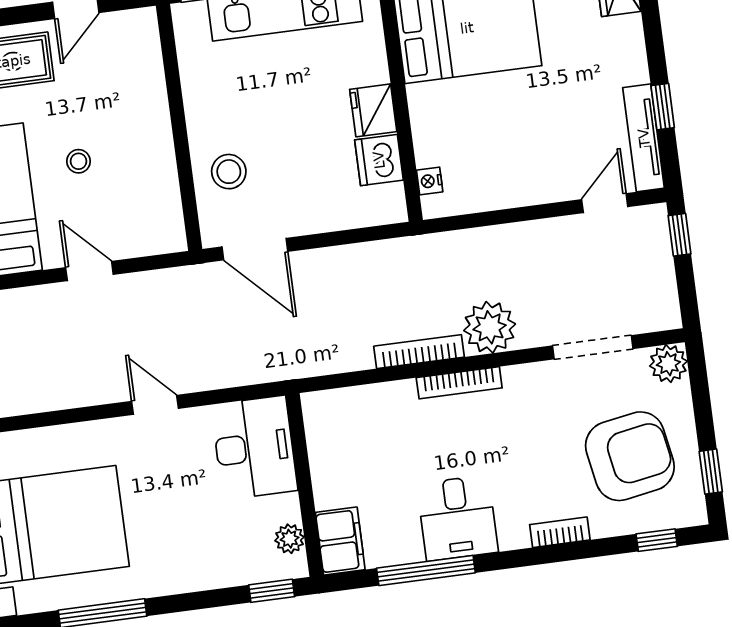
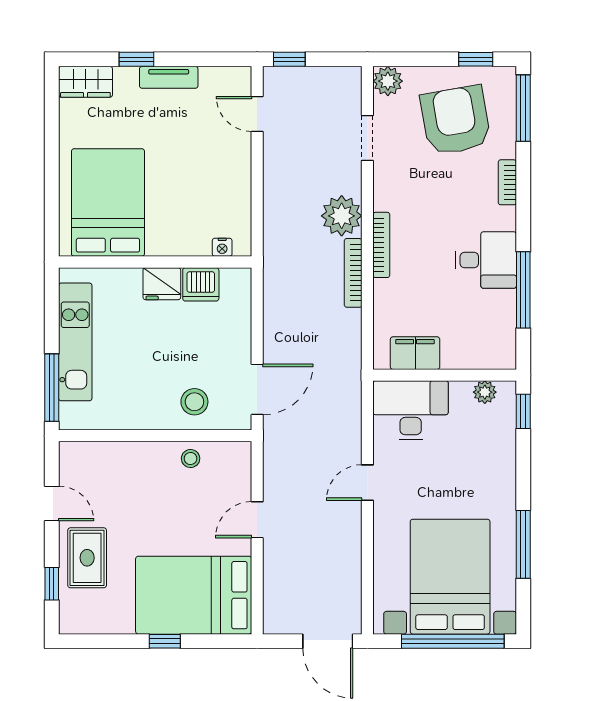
window: (663, 107) -> (136, 59), moved
tv unit: (644, 138) -> (169, 77), moved, width x0.71
stool: (79, 161) -> (191, 459), moved
doorway: (593, 347) -> (367, 138), width x0.73
window: (657, 540) -> (523, 108), width x2.17
filing cabinet: (340, 541) -> (415, 353), moved

